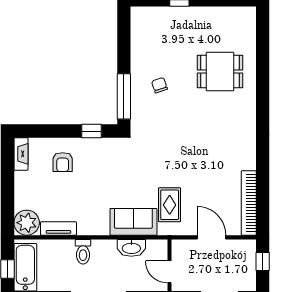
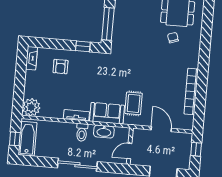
chair: (159, 85) -> (173, 38), moved
bookcase: (249, 203) -> (191, 91), moved
tv unit: (58, 229) -> (76, 115), moved
toilet: (83, 252) -> (82, 132), moved
door: (169, 272) -> (129, 151), hinge flipped

